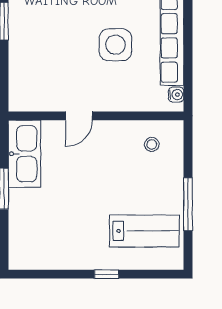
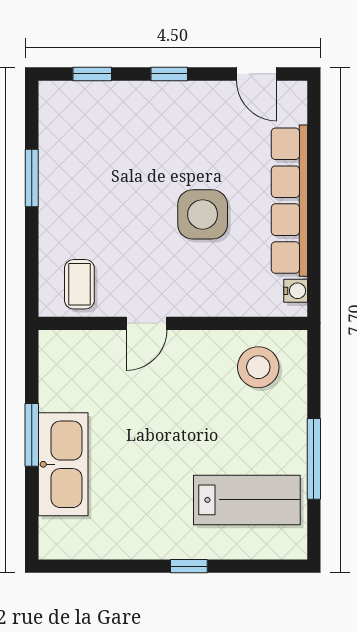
coffee table: (35, 90) -> (79, 284), added
stool: (152, 144) -> (258, 367), width x1.89, depth x1.89
kitchen sink: (24, 154) -> (63, 464), moved

